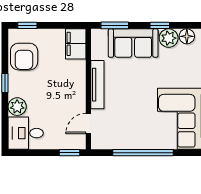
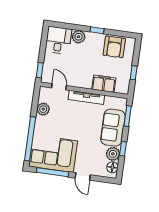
window: (27, 25) -> (134, 73), moved
filing cabinet: (76, 44) -> (104, 84), moved
armchair: (24, 57) -> (114, 47), turned -90
plant: (121, 141) -> (43, 109), added
window: (143, 153) -> (30, 139), moved

